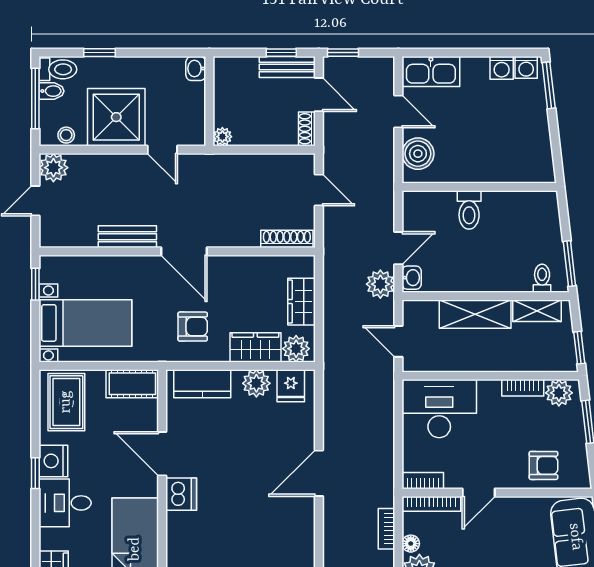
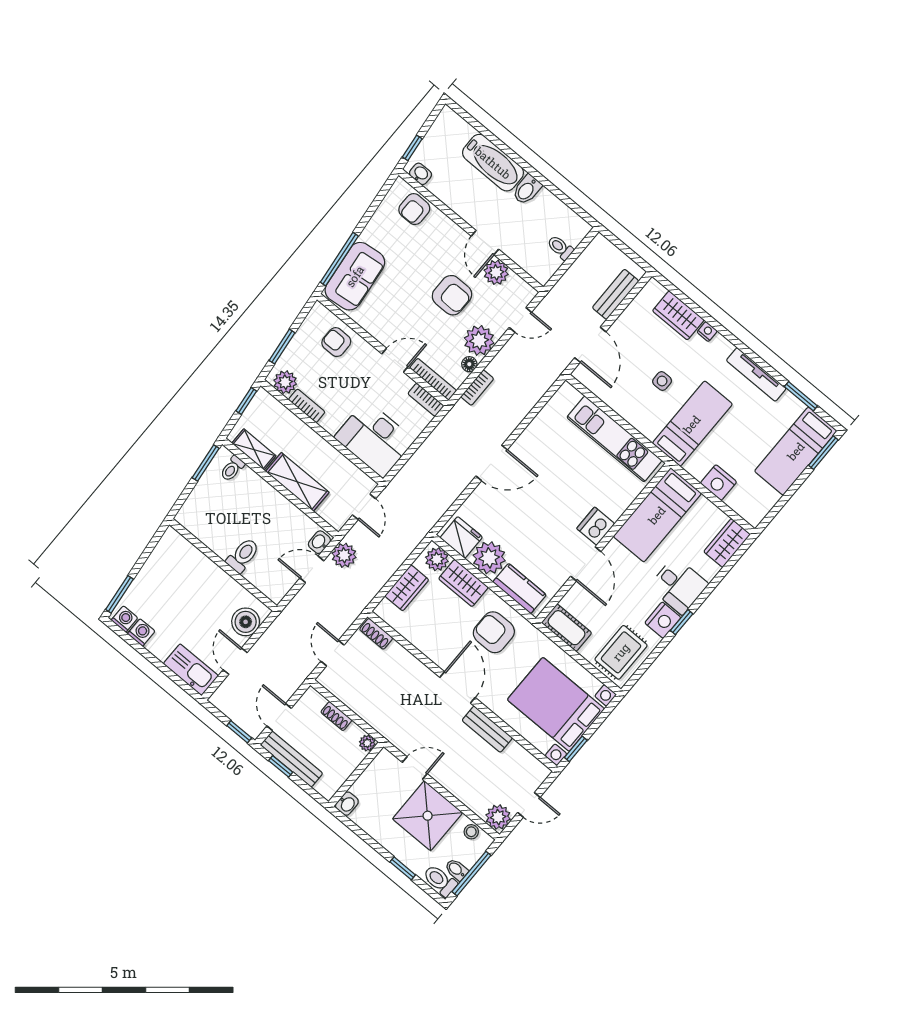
bench: (287, 67) -> (292, 759), width x1.36
shoe rack: (307, 129) -> (336, 716), moved, turned 90
door: (162, 150) -> (415, 768), hinge flipped
shoe rack: (287, 239) -> (376, 634), width x0.70
bed with nightstands: (85, 323) -> (556, 704), width x1.36
armchair: (193, 327) -> (494, 632), width x1.38, depth x1.38
plant: (256, 383) -> (489, 558), width x1.36, depth x1.36
fridge: (291, 386) -> (461, 537), width x1.38

